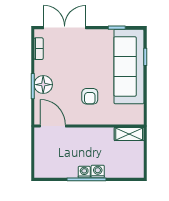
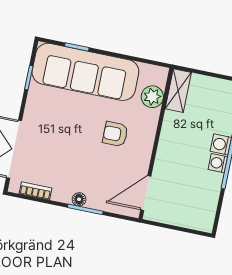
floor lamp: (43, 85) -> (79, 199), width x0.53, depth x0.53
armchair: (90, 96) -> (115, 134), turned 180
plant: (121, 117) -> (152, 97), added

